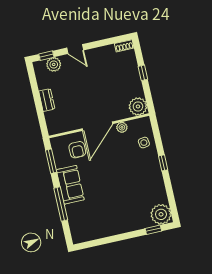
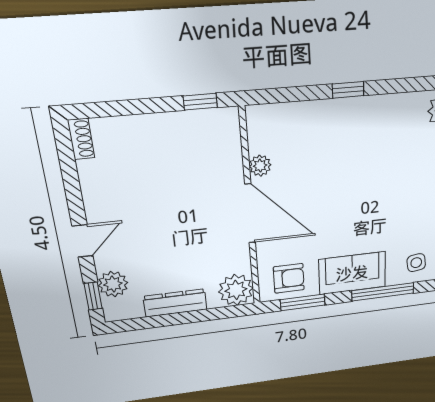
window: (143, 73) -> (200, 102), moved
dresser: (47, 100) -> (175, 303), width x1.44
plant: (138, 106) -> (236, 290), moved
side table: (144, 143) -> (416, 263), moved
armchair: (77, 150) -> (289, 278), moved

